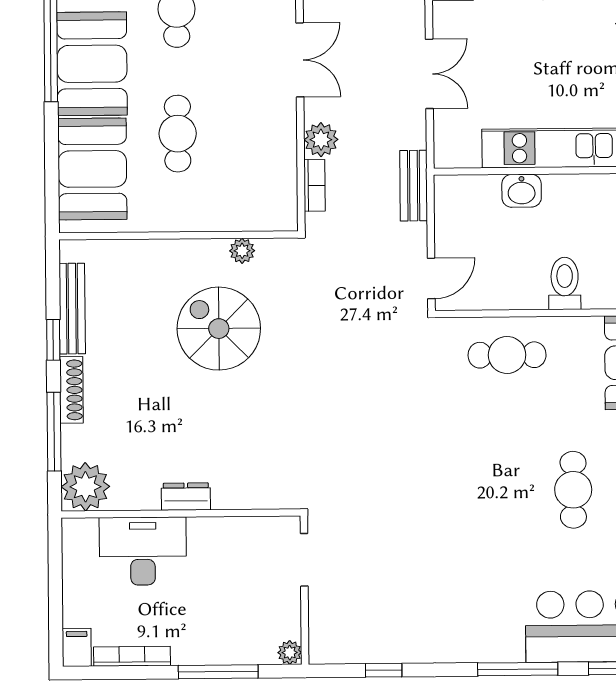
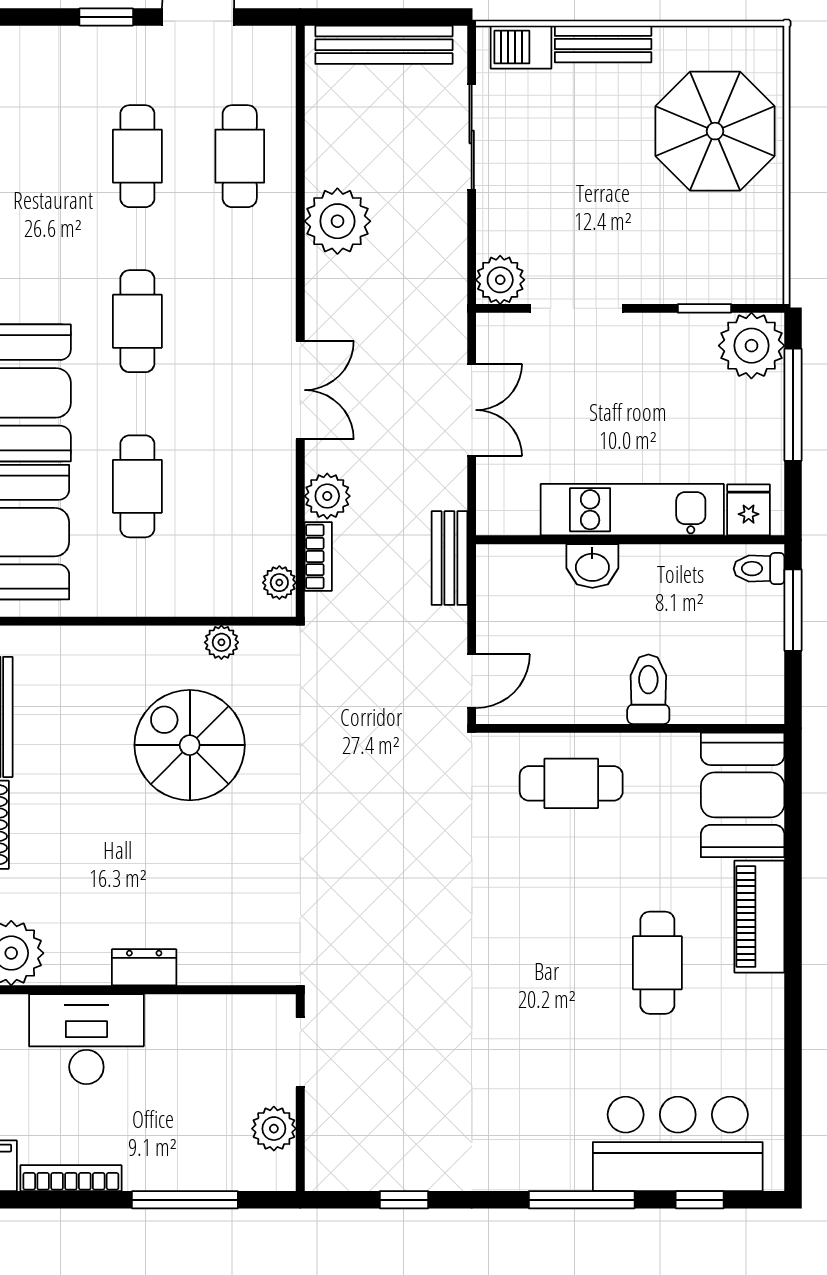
plant: (285, 205) -> (279, 583), added
plant: (290, 653) -> (274, 1129), moved, width x1.38, depth x1.38

